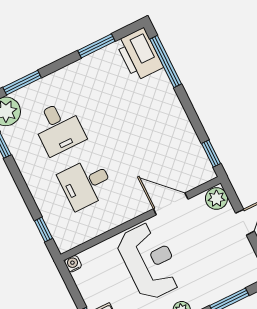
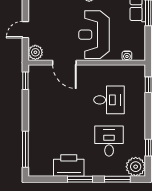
window: (96, 46) -> (80, 179), moved
printer: (139, 54) -> (69, 166), moved, turned -90
water cooler: (73, 264) -> (127, 56), moved

